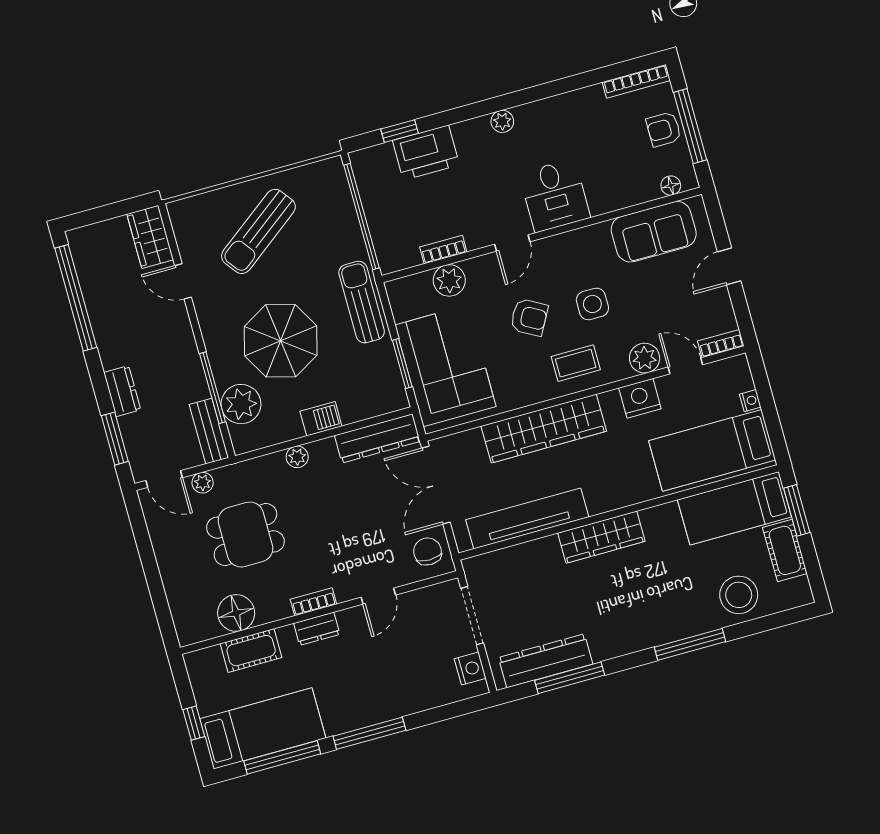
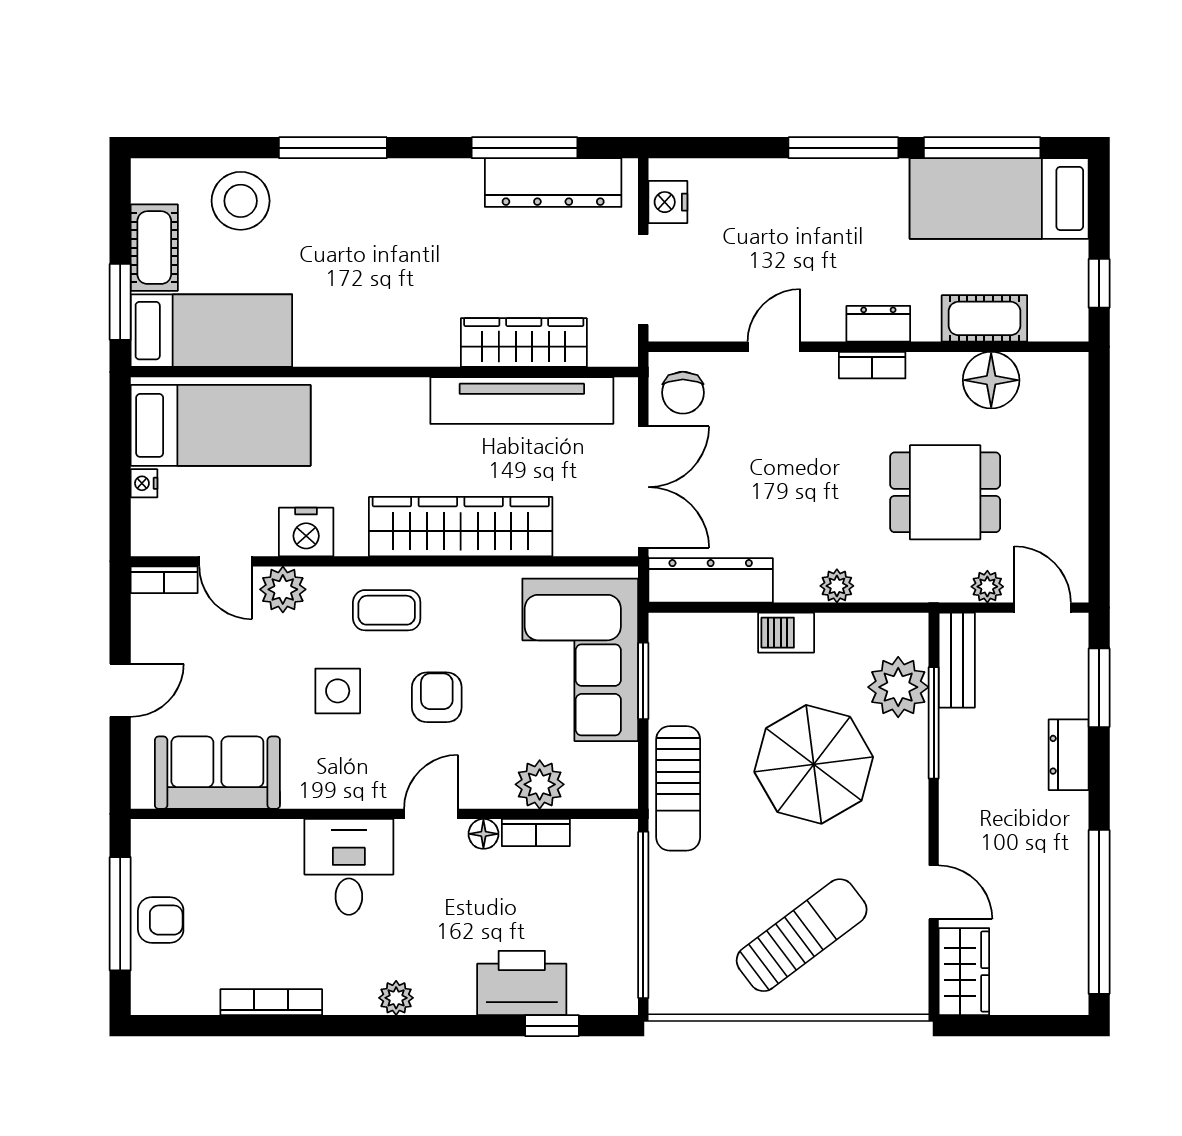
bookcase: (636, 81) -> (271, 1002), moved
floor lamp: (671, 186) -> (483, 834), moved
armchair: (529, 317) -> (437, 697), turned 61
wardrobe: (601, 537) -> (524, 343), moved
window: (194, 723) -> (1099, 283), moved

